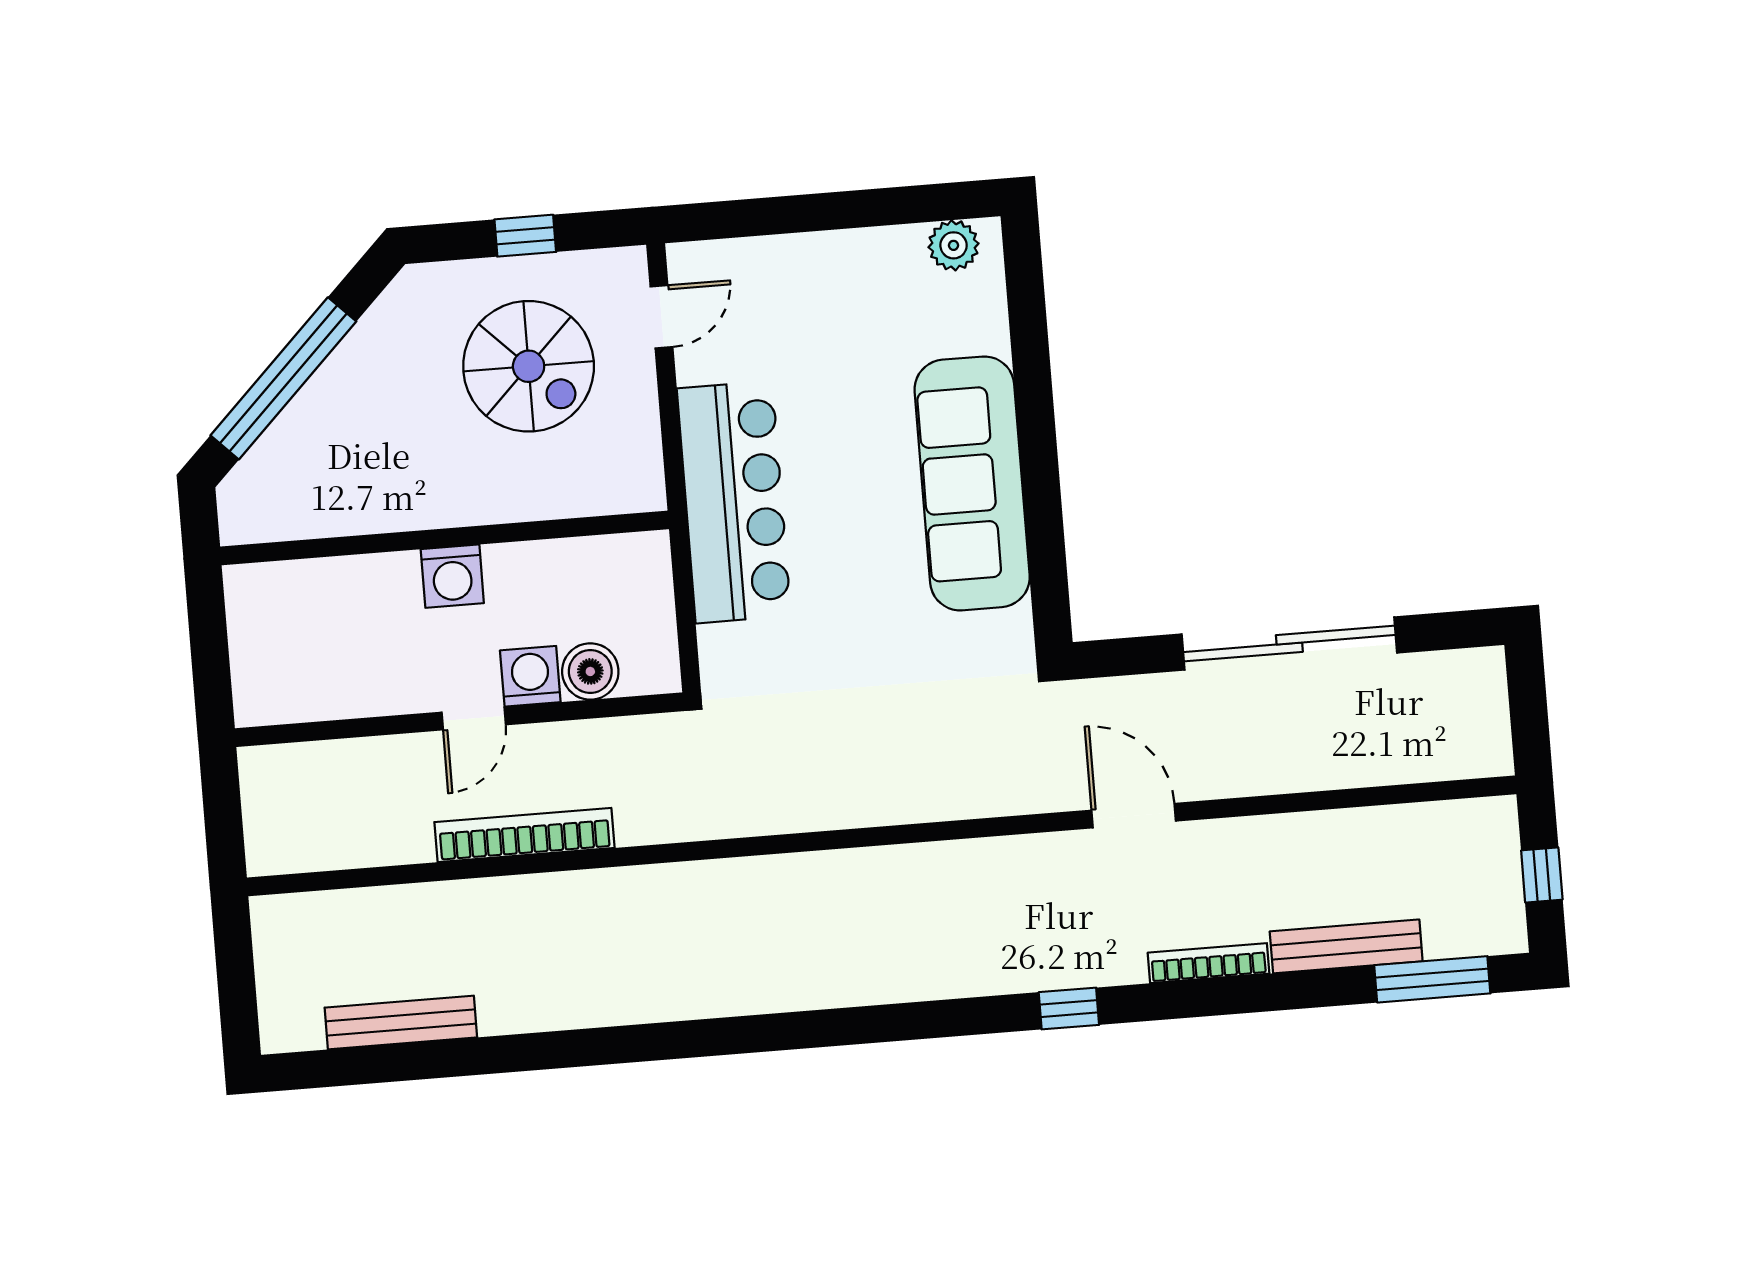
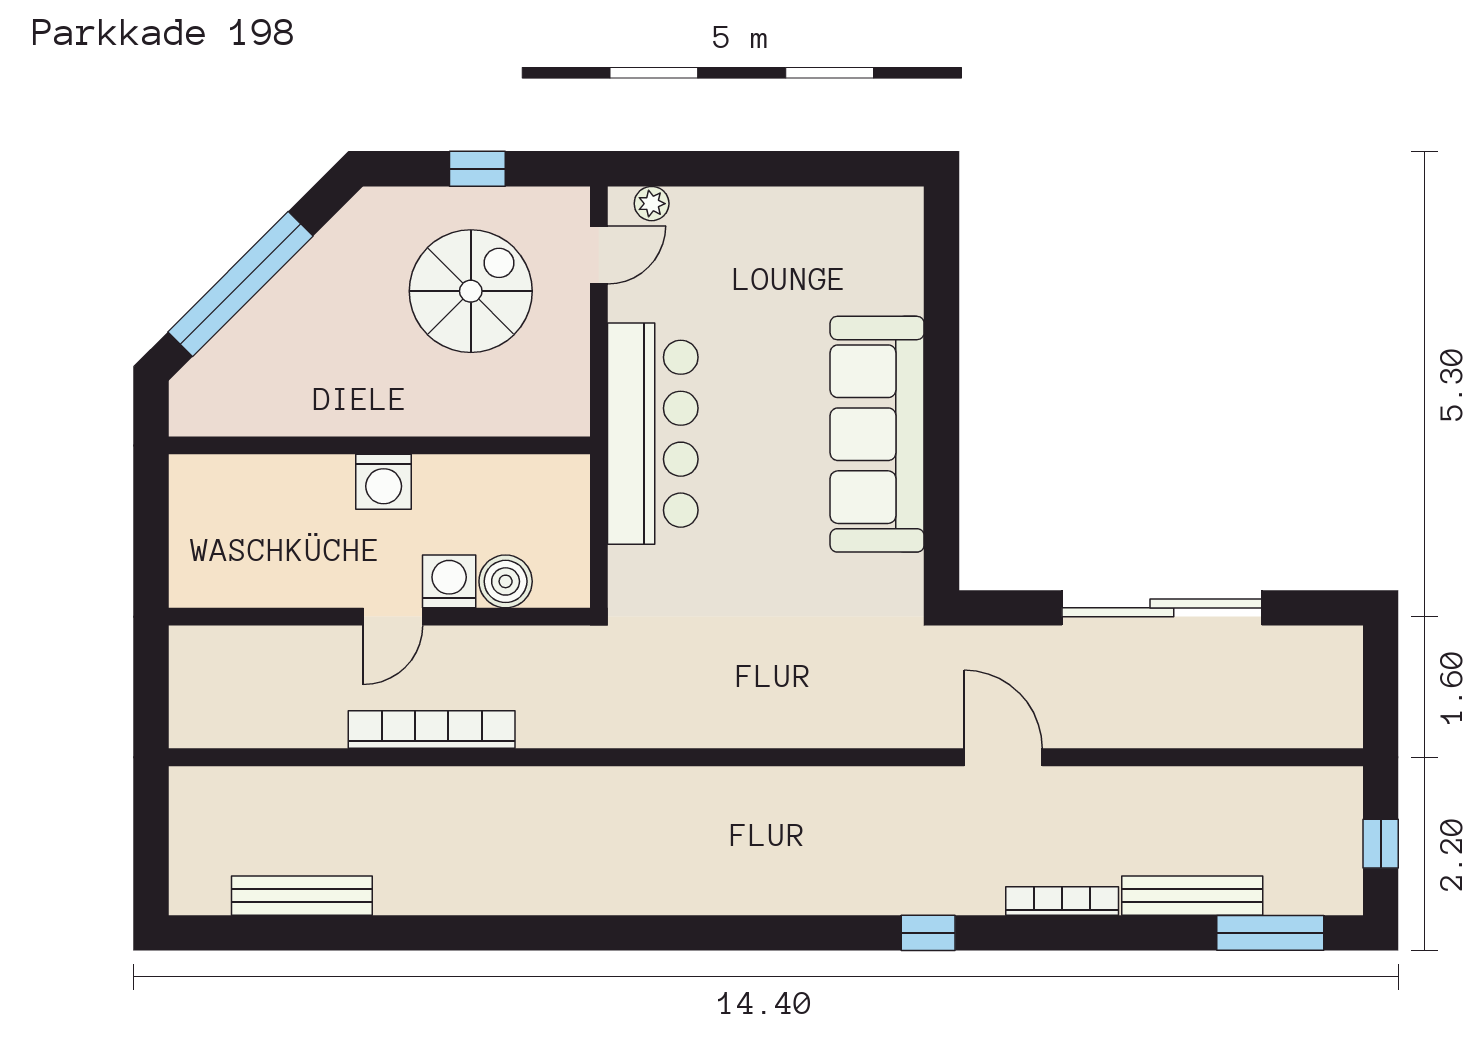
plant: (954, 245) -> (652, 204), moved, width x0.73, depth x0.73
spiral stairs: (529, 366) -> (471, 291), turned -90

